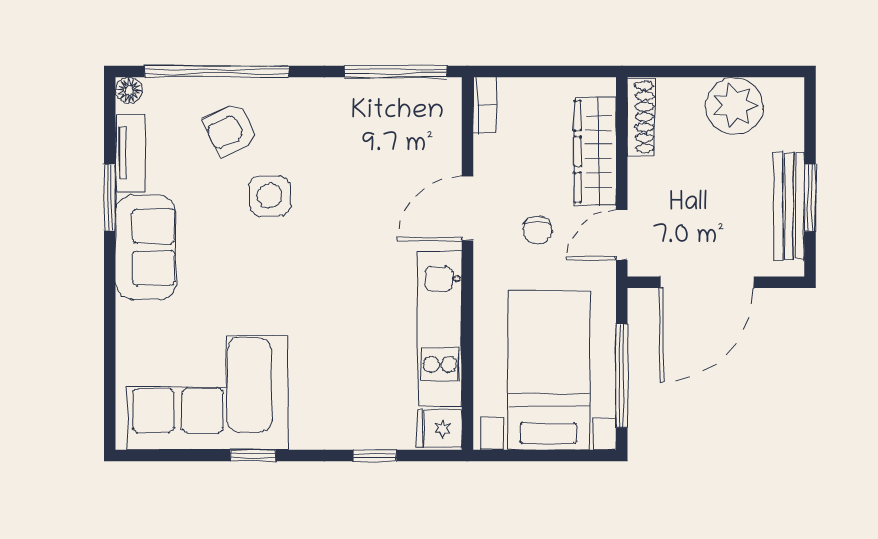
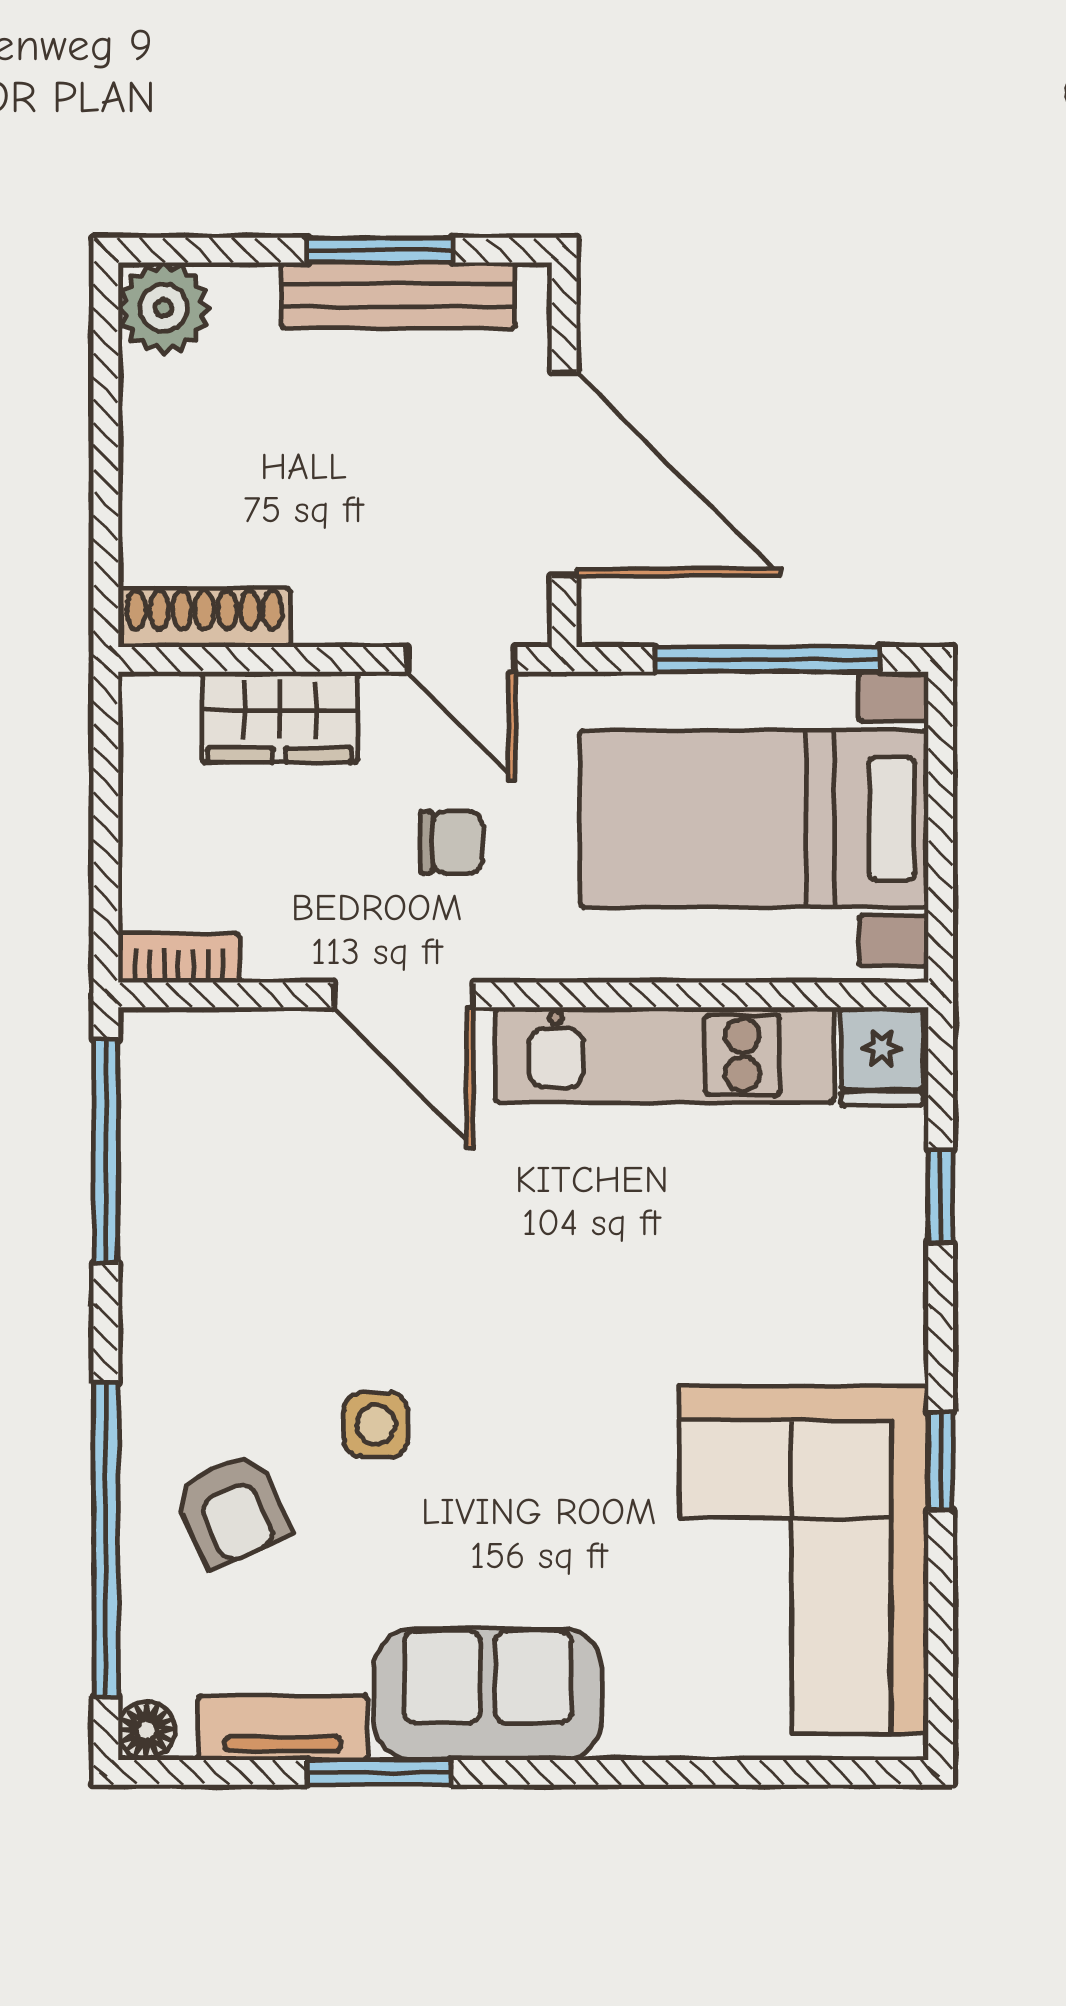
plant: (735, 106) -> (164, 308), moved, width x0.73, depth x0.73
wardrobe: (595, 151) -> (280, 717), width x0.67
side table: (270, 196) -> (376, 1425), width x0.73, depth x0.73

